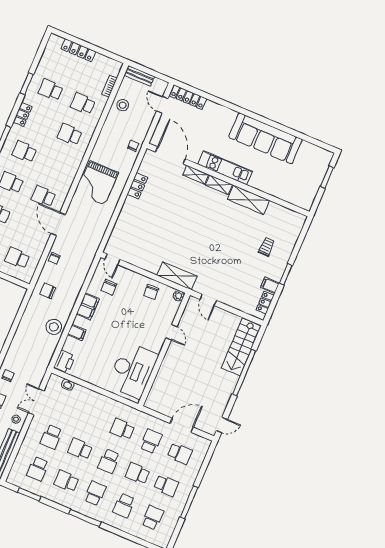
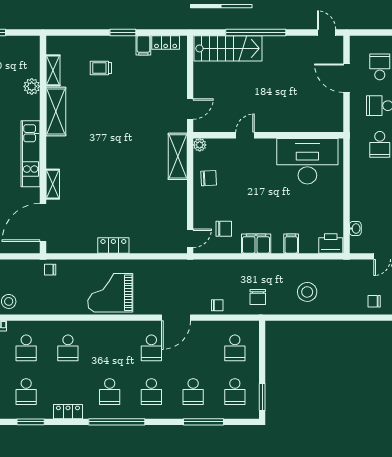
grand piano: (97, 183) -> (110, 293), turned 180
shelving: (219, 185) -> (53, 70), moved
locker: (137, 186) -> (113, 245), moved
plant: (275, 190) -> (32, 86), added
stool: (54, 327) -> (307, 292), moved

